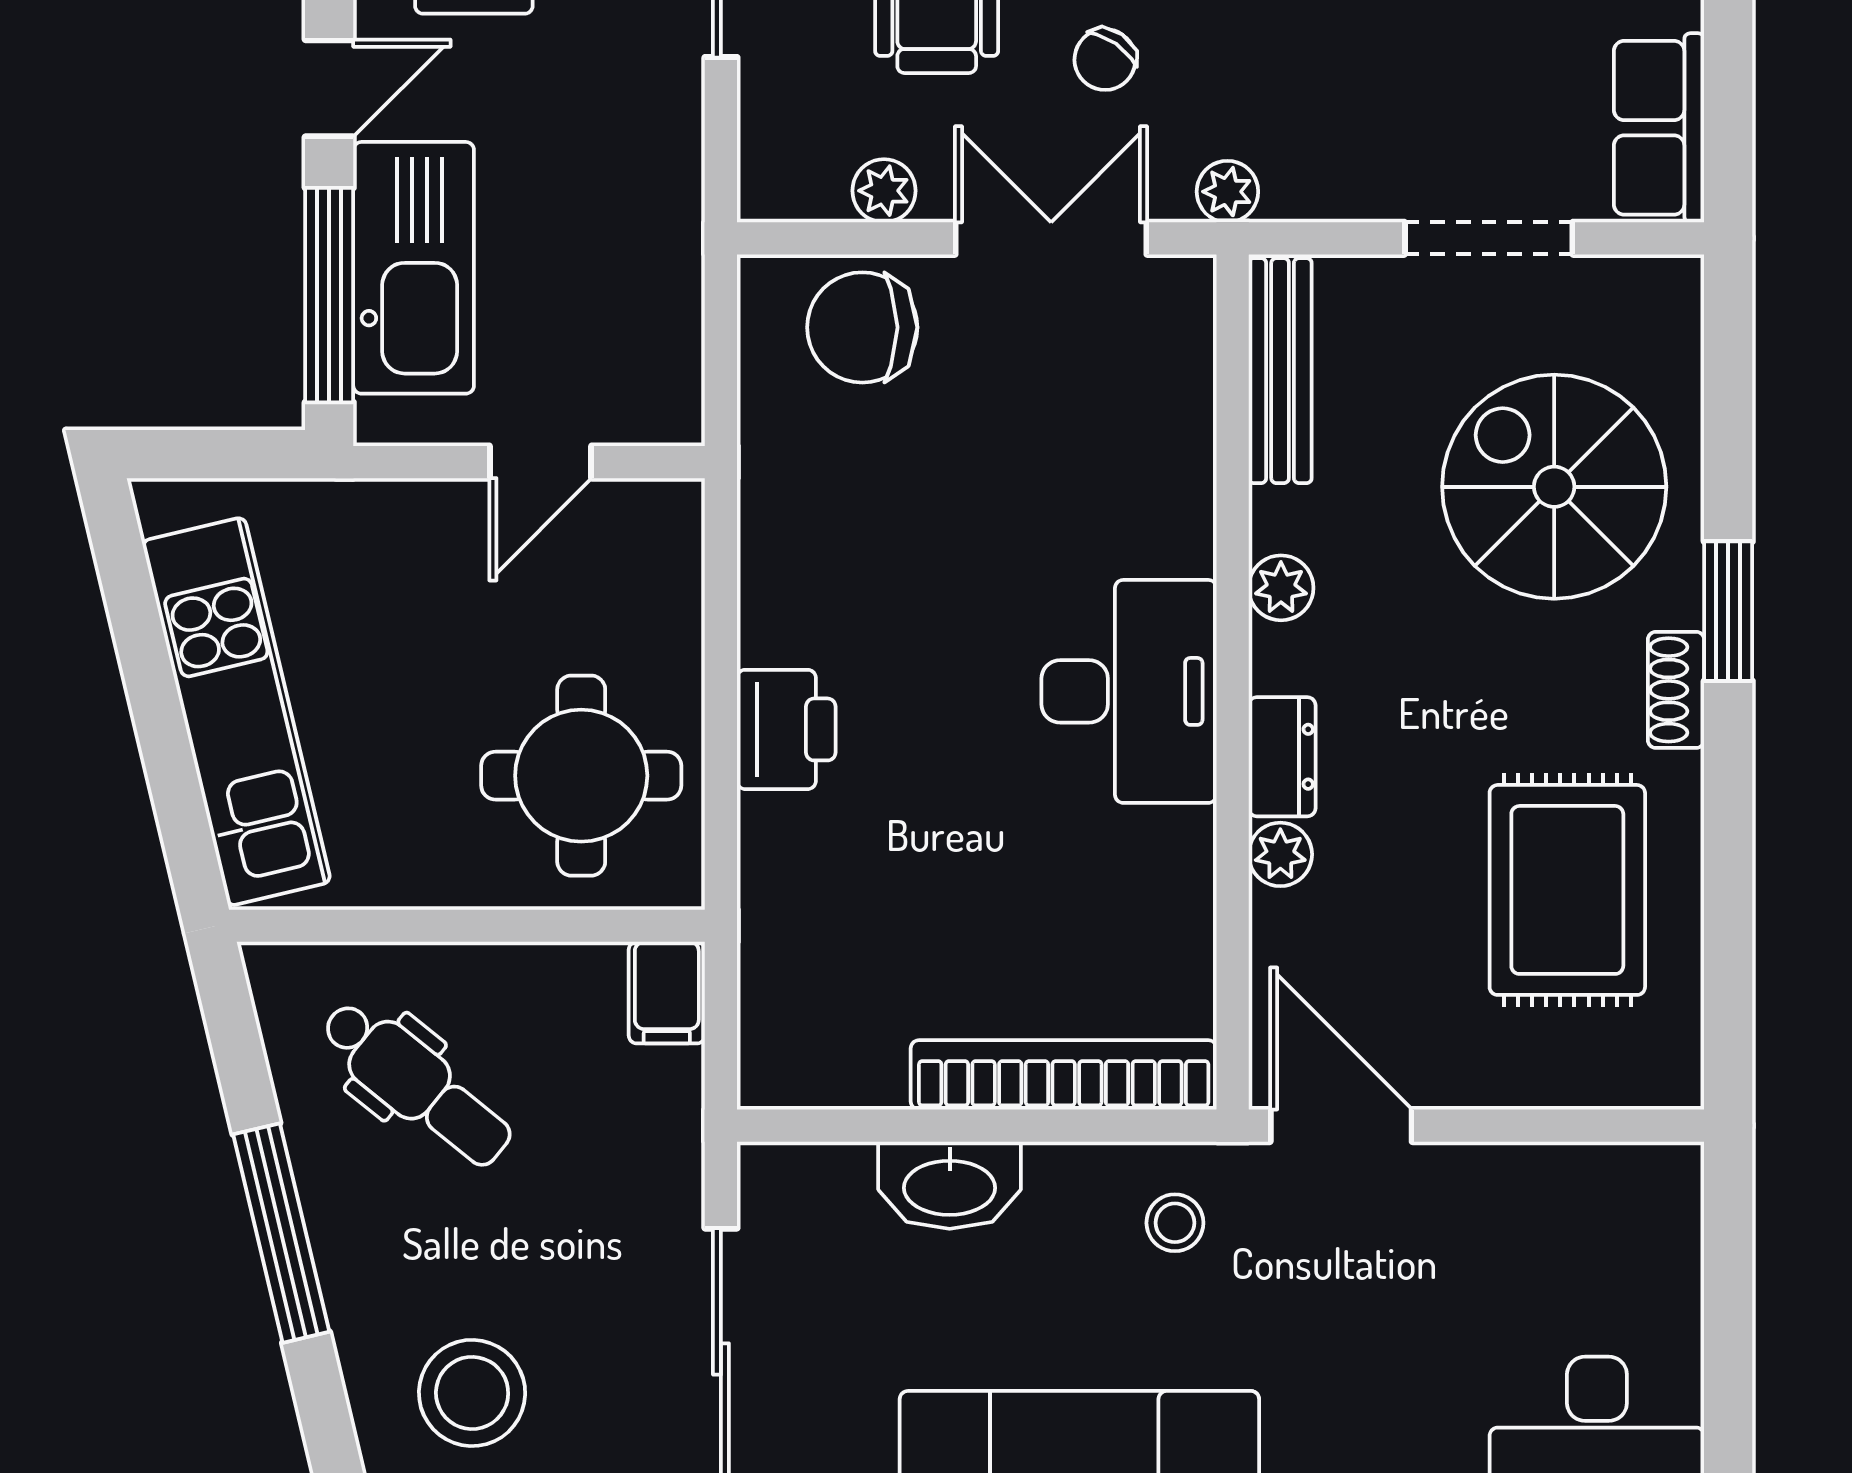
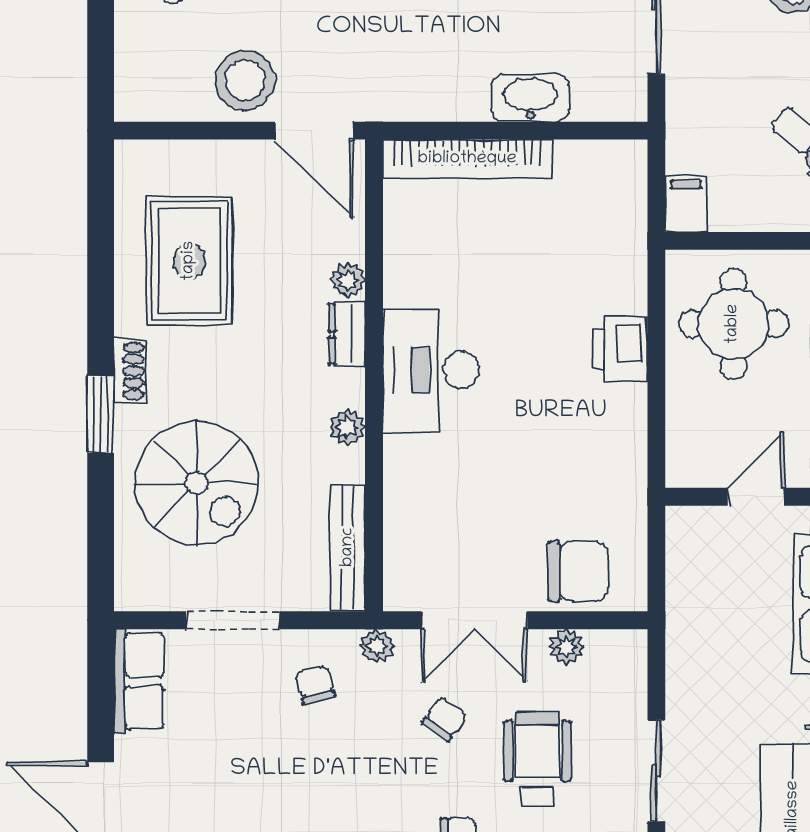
chair: (1339, 121) -> (315, 685), added
stool: (1175, 1223) -> (245, 80), moved, width x1.89, depth x1.89

